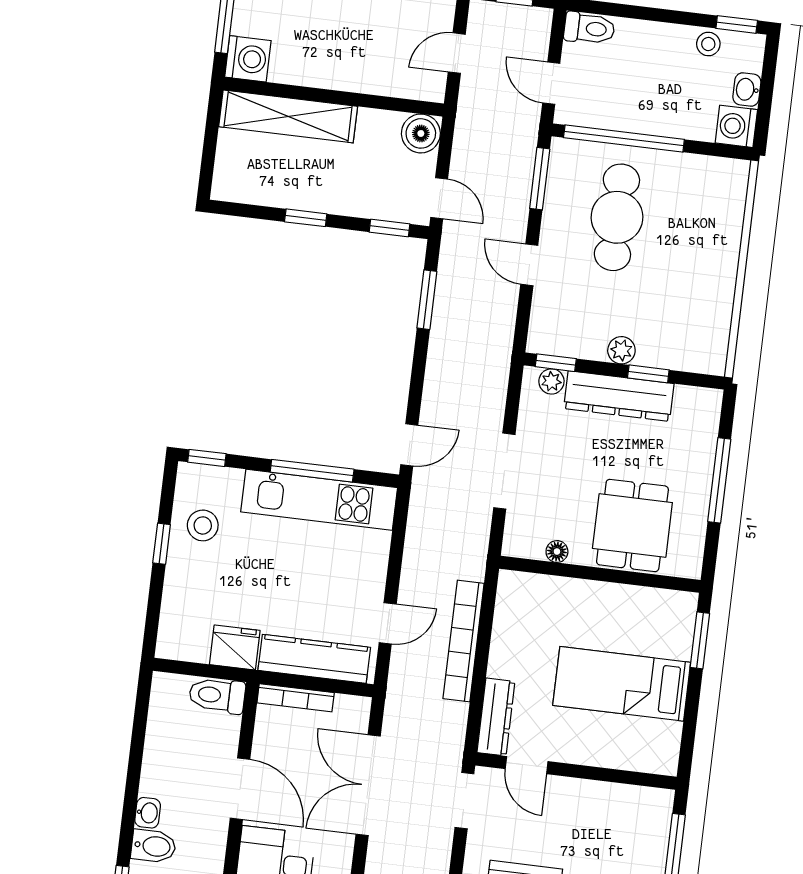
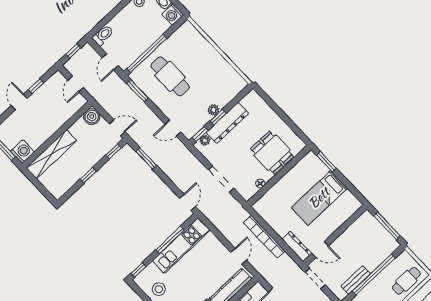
door: (551, 83) -> (110, 62), hinge flipped
door: (529, 265) -> (173, 128), moved
window: (648, 374) -> (218, 117), moved
window: (719, 480) -> (281, 113), removed

